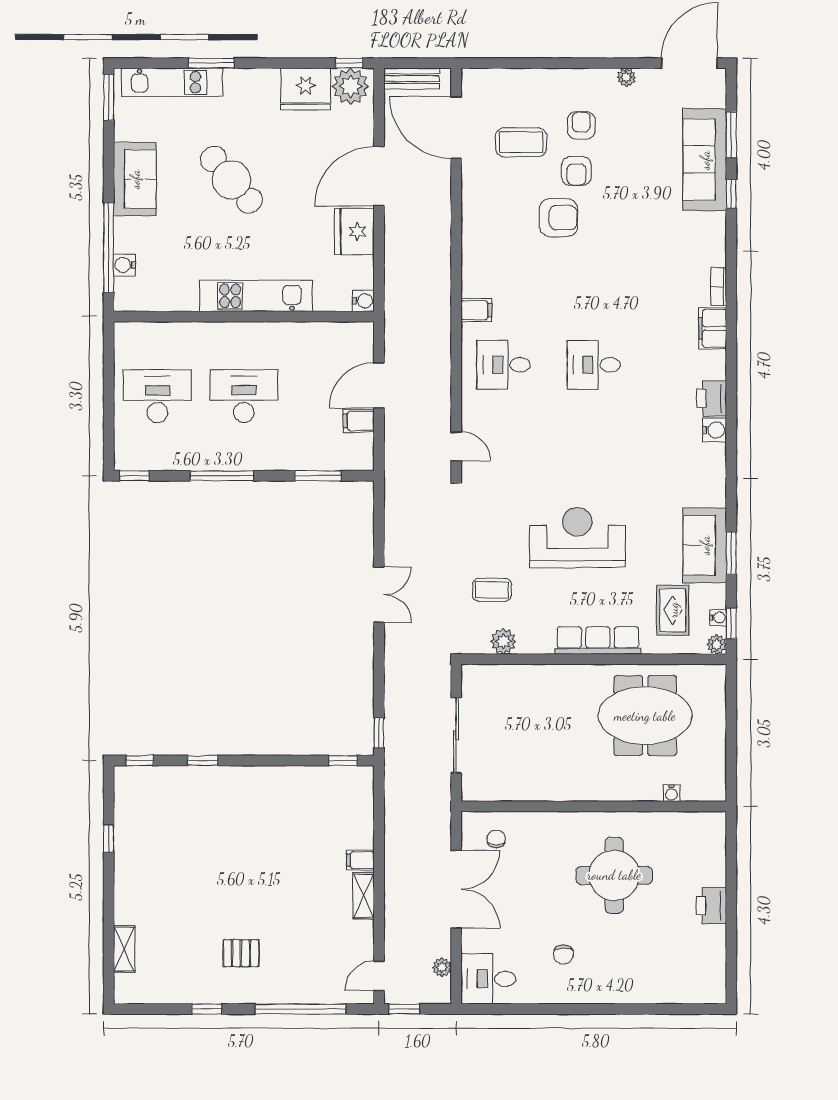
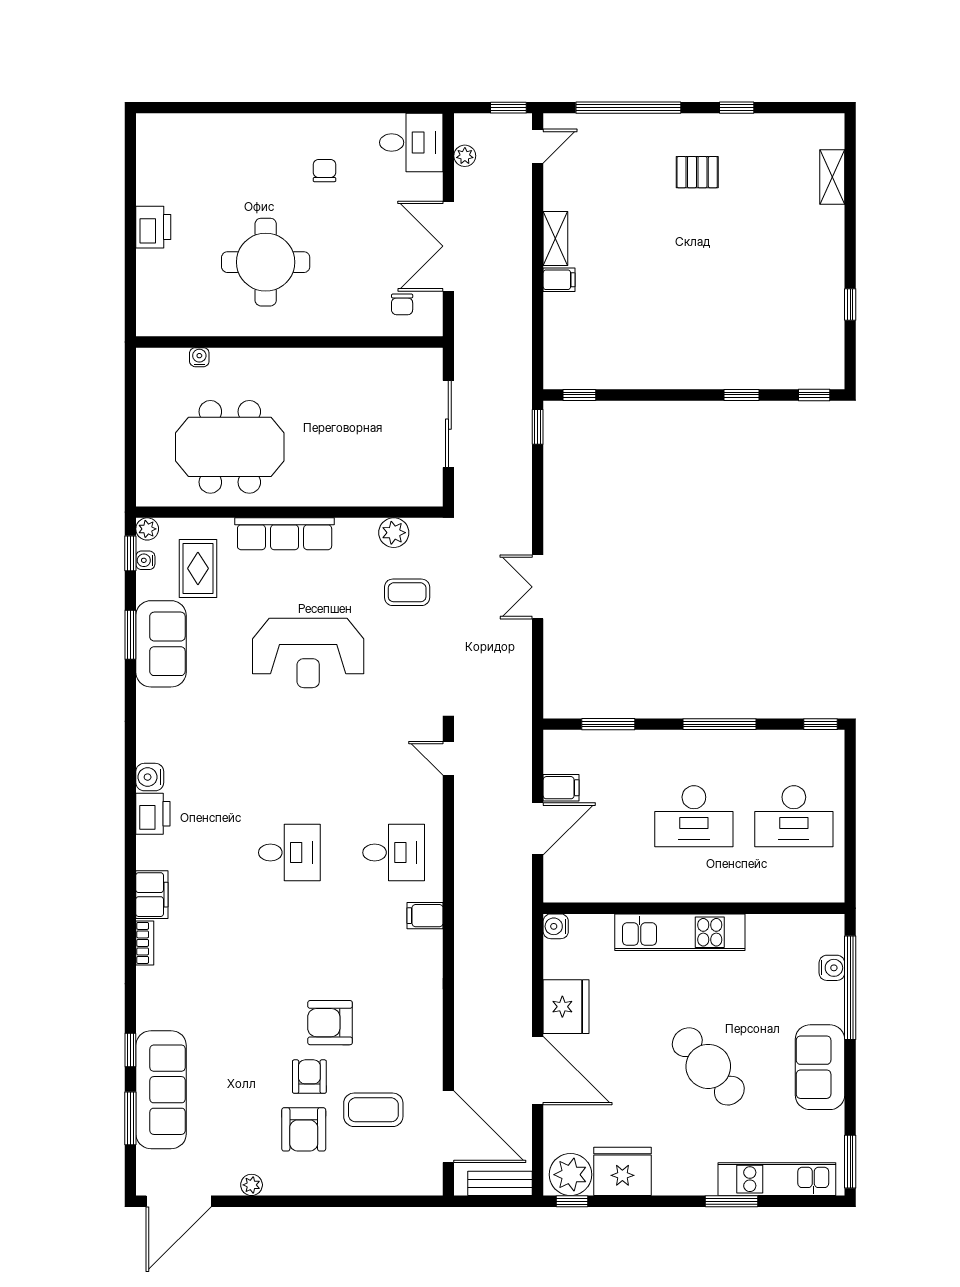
armchair: (581, 125) -> (304, 1129), width x1.38, depth x1.38
door: (379, 176) -> (538, 1071), hinge flipped

